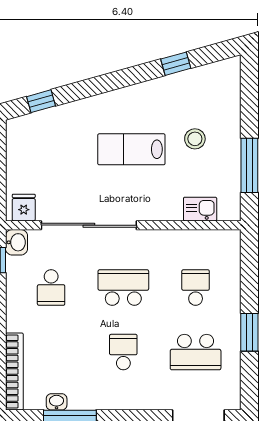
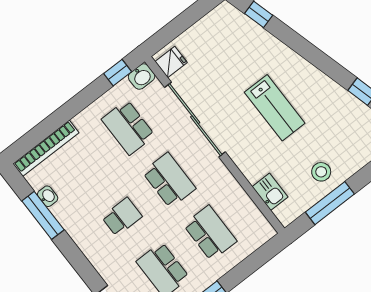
stool: (195, 139) -> (321, 172), moved
lab bench: (131, 149) -> (275, 108), turned 180
school desk: (51, 287) -> (128, 127), width x1.85
school desk: (196, 287) -> (210, 233), width x1.85

